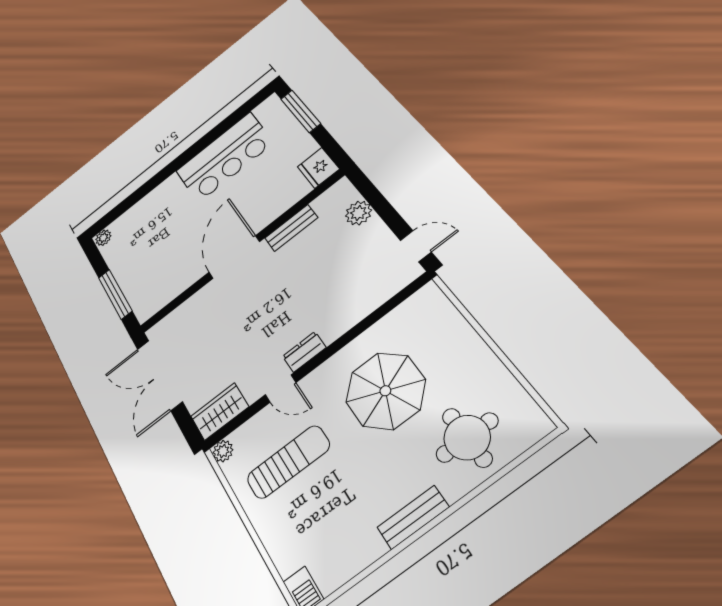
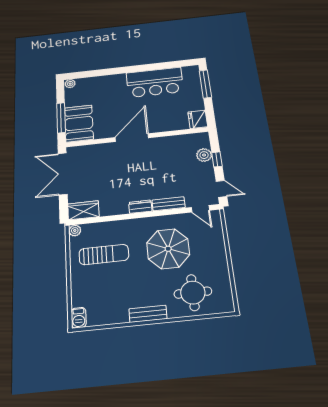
window: (382, 207) -> (217, 159), added
bench: (291, 228) -> (169, 204), moved
booth: (145, 286) -> (79, 123), added
door: (281, 389) -> (200, 209), moved

